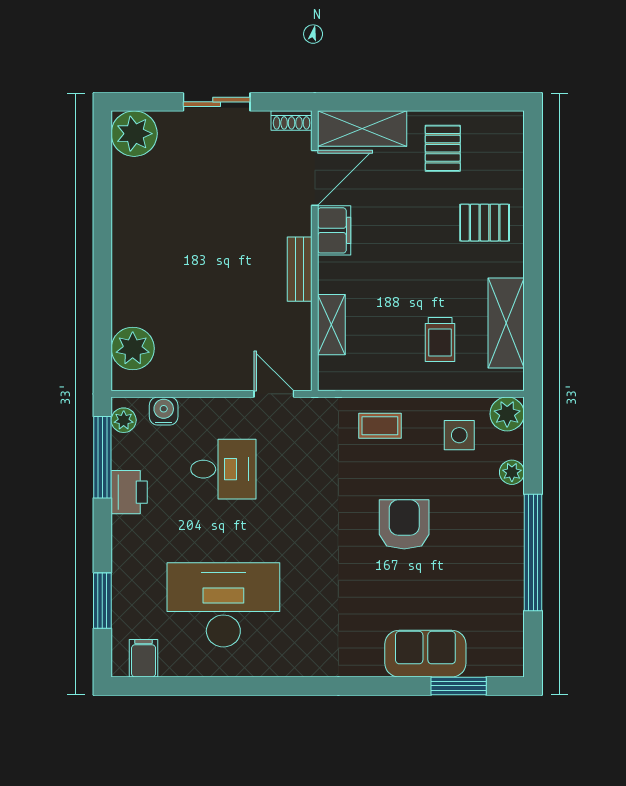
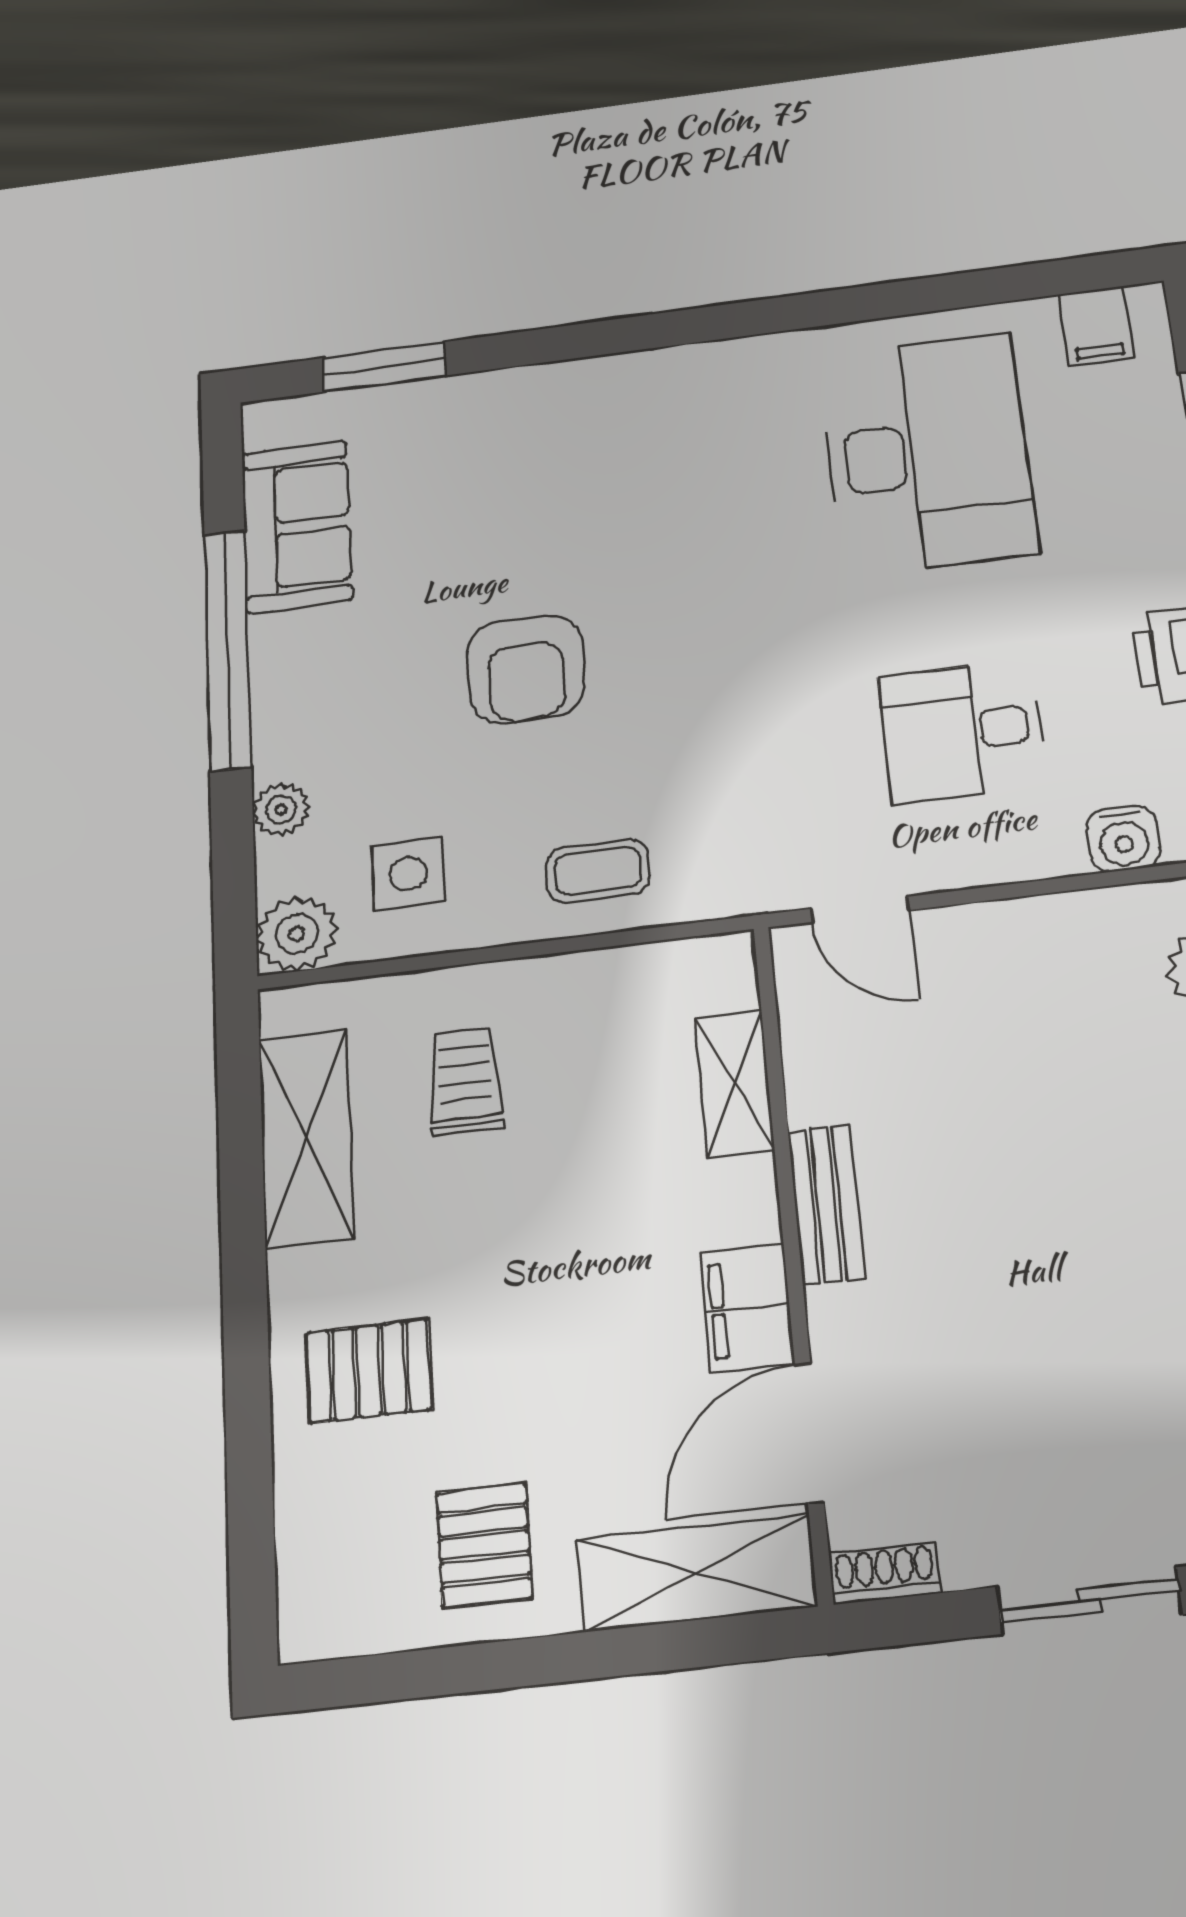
desk: (223, 605) -> (928, 454), turned -90
sofa: (425, 654) -> (297, 526), moved, turned -90

